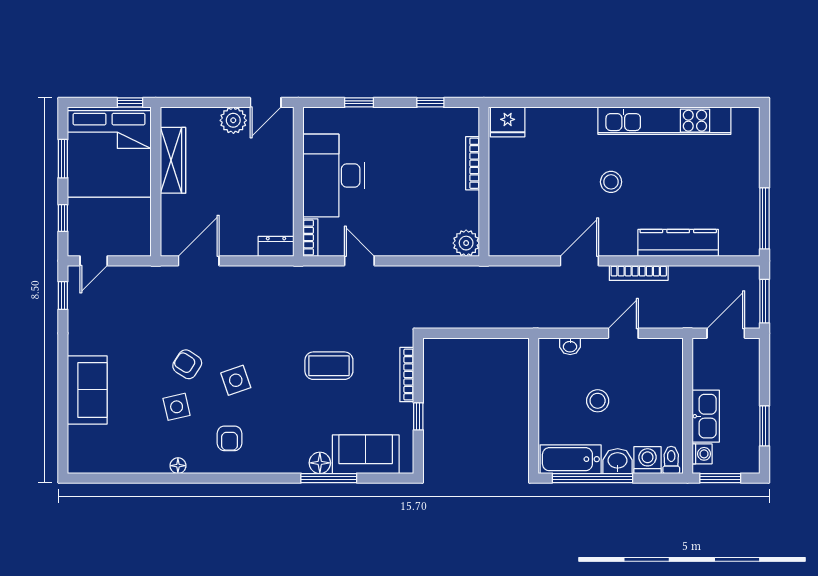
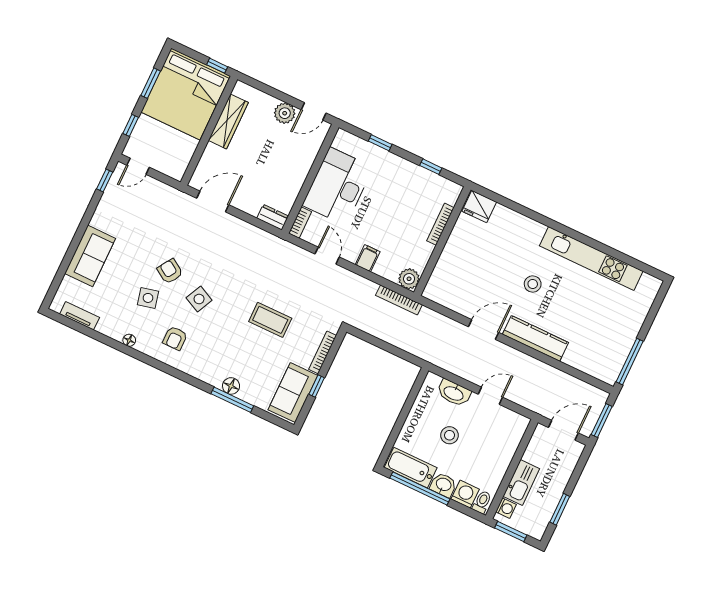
filing cabinet: (407, 242) -> (368, 258), added
kitchen counter: (678, 243) -> (535, 338), moved
bookcase: (639, 273) -> (399, 300), moved
washbasin: (570, 346) -> (454, 393), width x1.91, depth x1.45
side table: (236, 380) -> (199, 299), turned 45
sofa: (366, 454) -> (293, 393), moved, turned -90
tv unit: (108, 464) -> (80, 316), added

